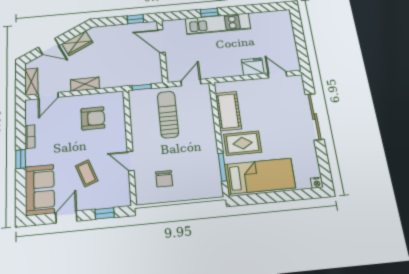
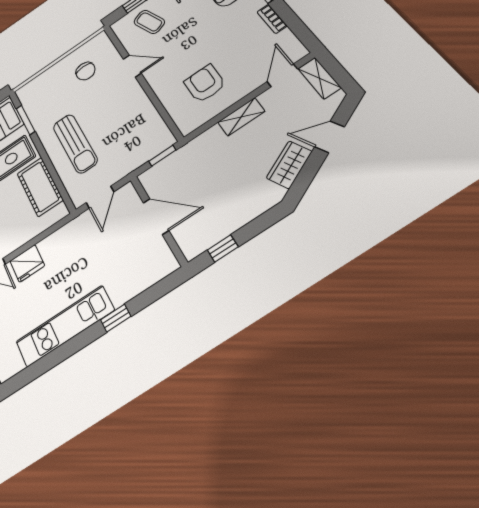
kitchen unit: (218, 24) -> (65, 326), moved
door: (161, 41) -> (156, 216), moved
sun lounger: (168, 114) -> (75, 143), moved
armchair: (93, 118) -> (205, 84), turned 90
coffee table: (87, 173) -> (149, 22), moved
chair: (164, 179) -> (86, 71), turned 180

